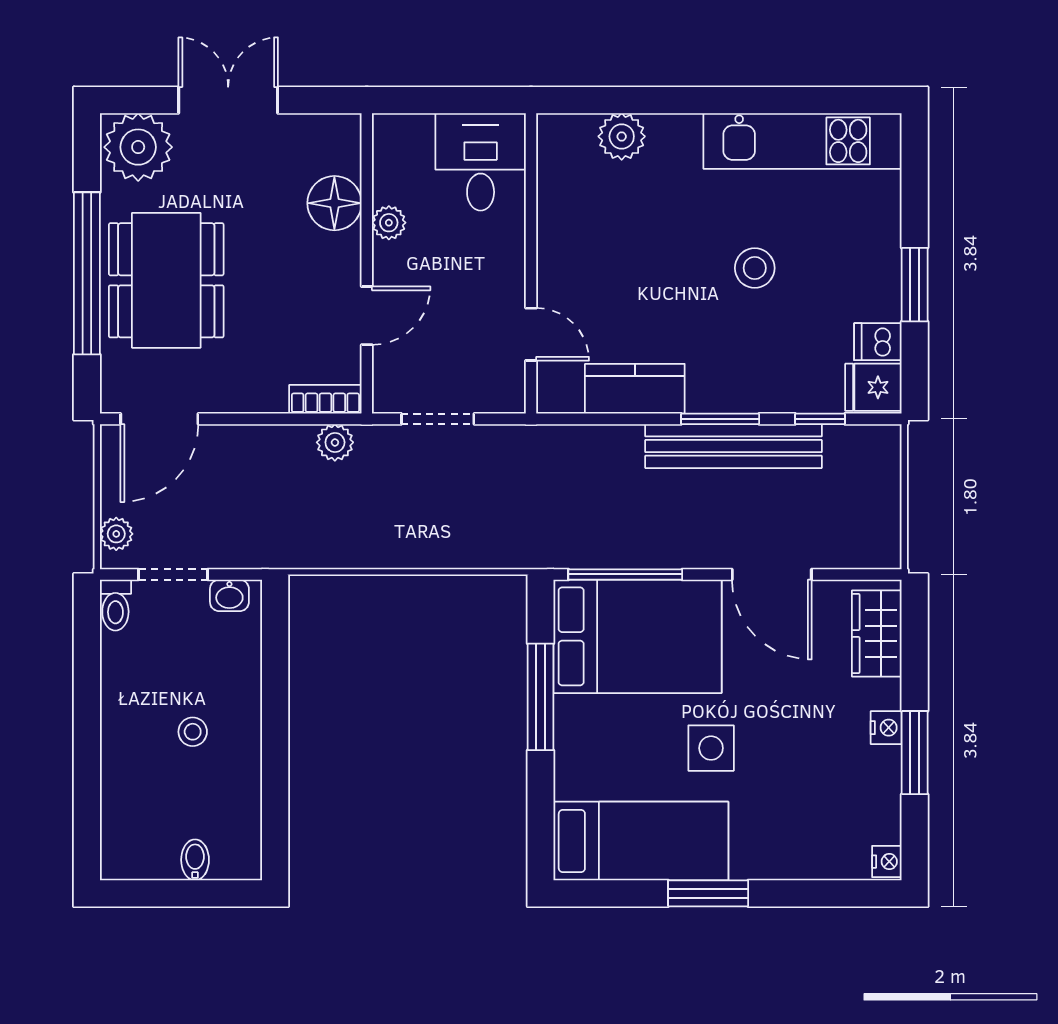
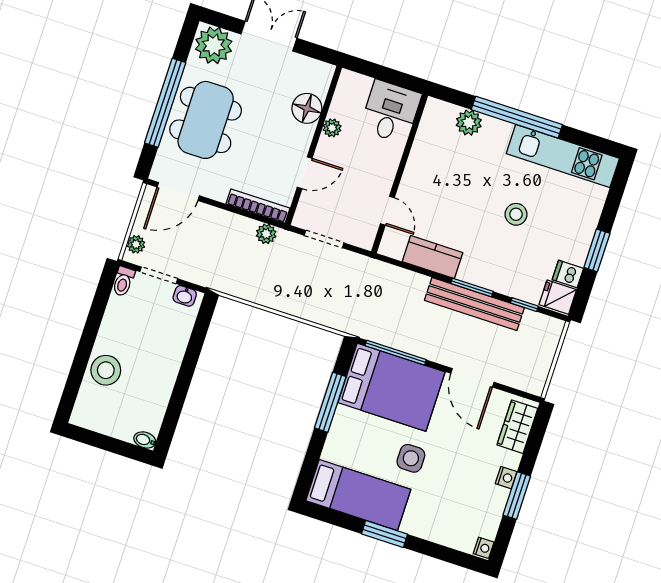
window: (701, 100) -> (517, 117), added
bookcase: (325, 399) -> (258, 206), width x1.56
stool: (193, 732) -> (106, 370), moved, width x1.89, depth x1.89
bidet: (195, 860) -> (145, 440), moved, turned -90

